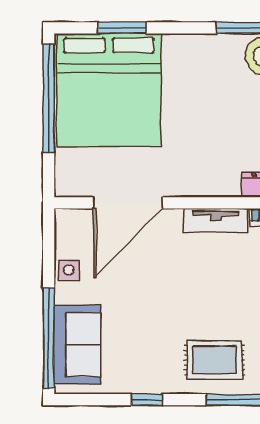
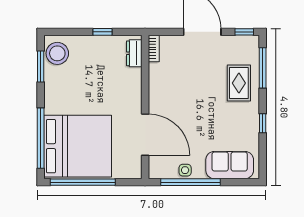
window: (122, 28) -> (41, 138), width x2.11
tv unit: (216, 220) -> (156, 82), removed
window: (49, 338) -> (191, 182), moved

